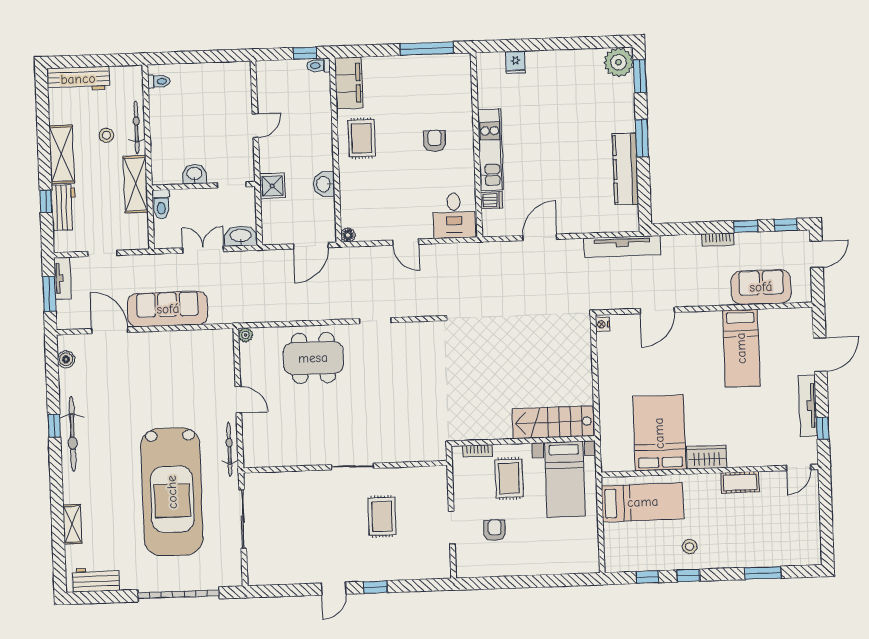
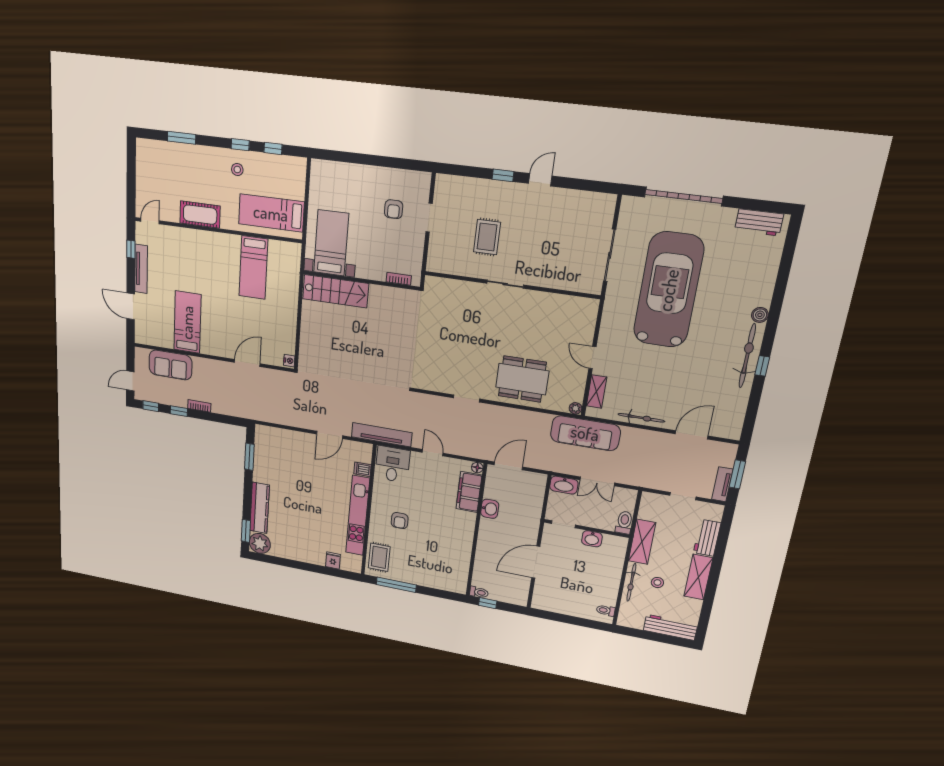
filing cabinet: (349, 83) -> (469, 492), moved
door: (255, 126) -> (536, 562), width x1.88
rug: (362, 138) -> (379, 557), moved
window: (642, 138) -> (249, 457), moved
kitchen unit: (490, 150) -> (358, 516), width x1.36
kitchen counter: (626, 169) -> (260, 508), moved
shower: (272, 186) -> (531, 516), removed
window: (46, 201) -> (721, 546), removed
tv unit: (622, 246) -> (382, 435), moved
sofa: (168, 309) -> (585, 433), moved
door: (110, 330) -> (692, 435), swing flipped
door: (820, 355) -> (131, 306), hinge flipped
boiler: (66, 359) -> (760, 315), moved
bed: (659, 433) -> (253, 268), width x0.67
bicycle: (229, 449) -> (641, 418), moved, turned -90
wardrobe: (707, 457) -> (219, 242), removed
rug: (509, 478) -> (376, 251), removed
cot: (740, 482) -> (200, 215), width x1.37, depth x1.34
shelving: (72, 524) -> (596, 392), moved

